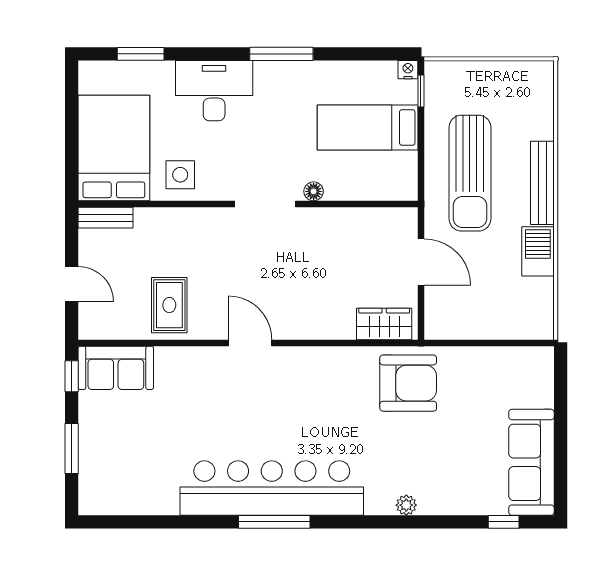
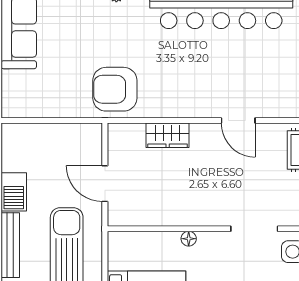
doorway: (265, 204) -> (254, 229), moved
wardrobe: (384, 324) -> (168, 135), moved

